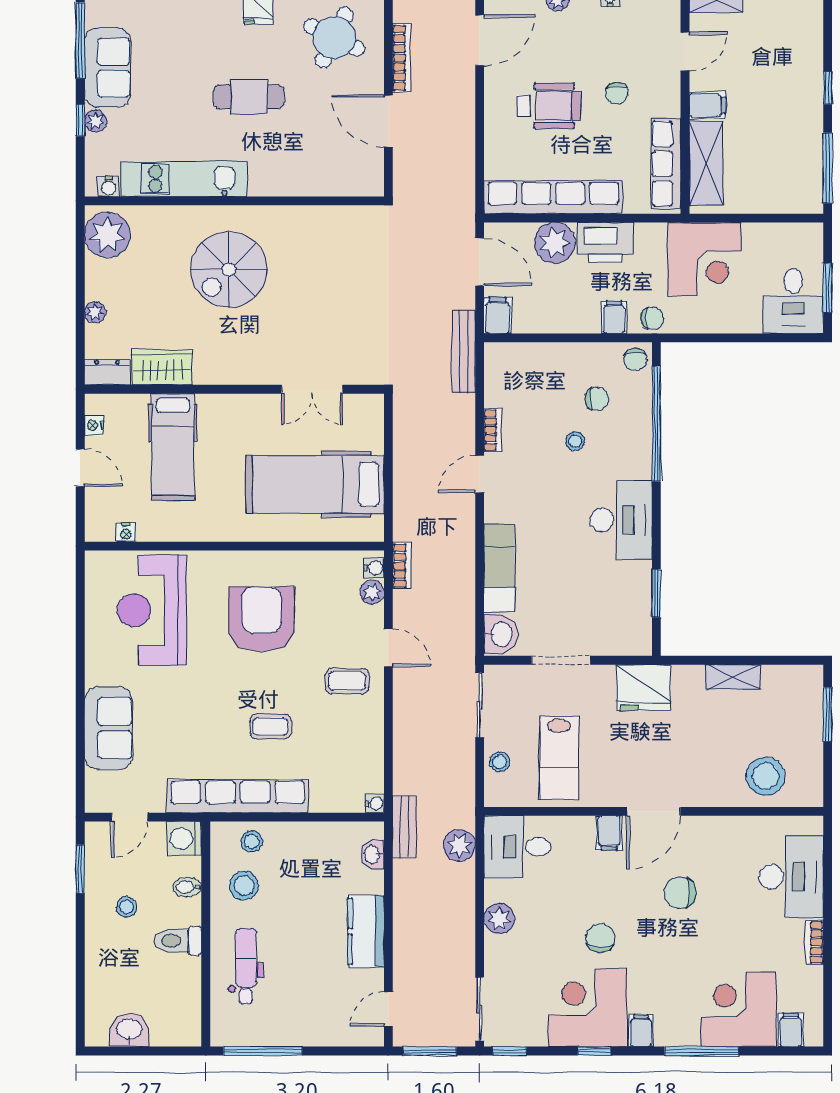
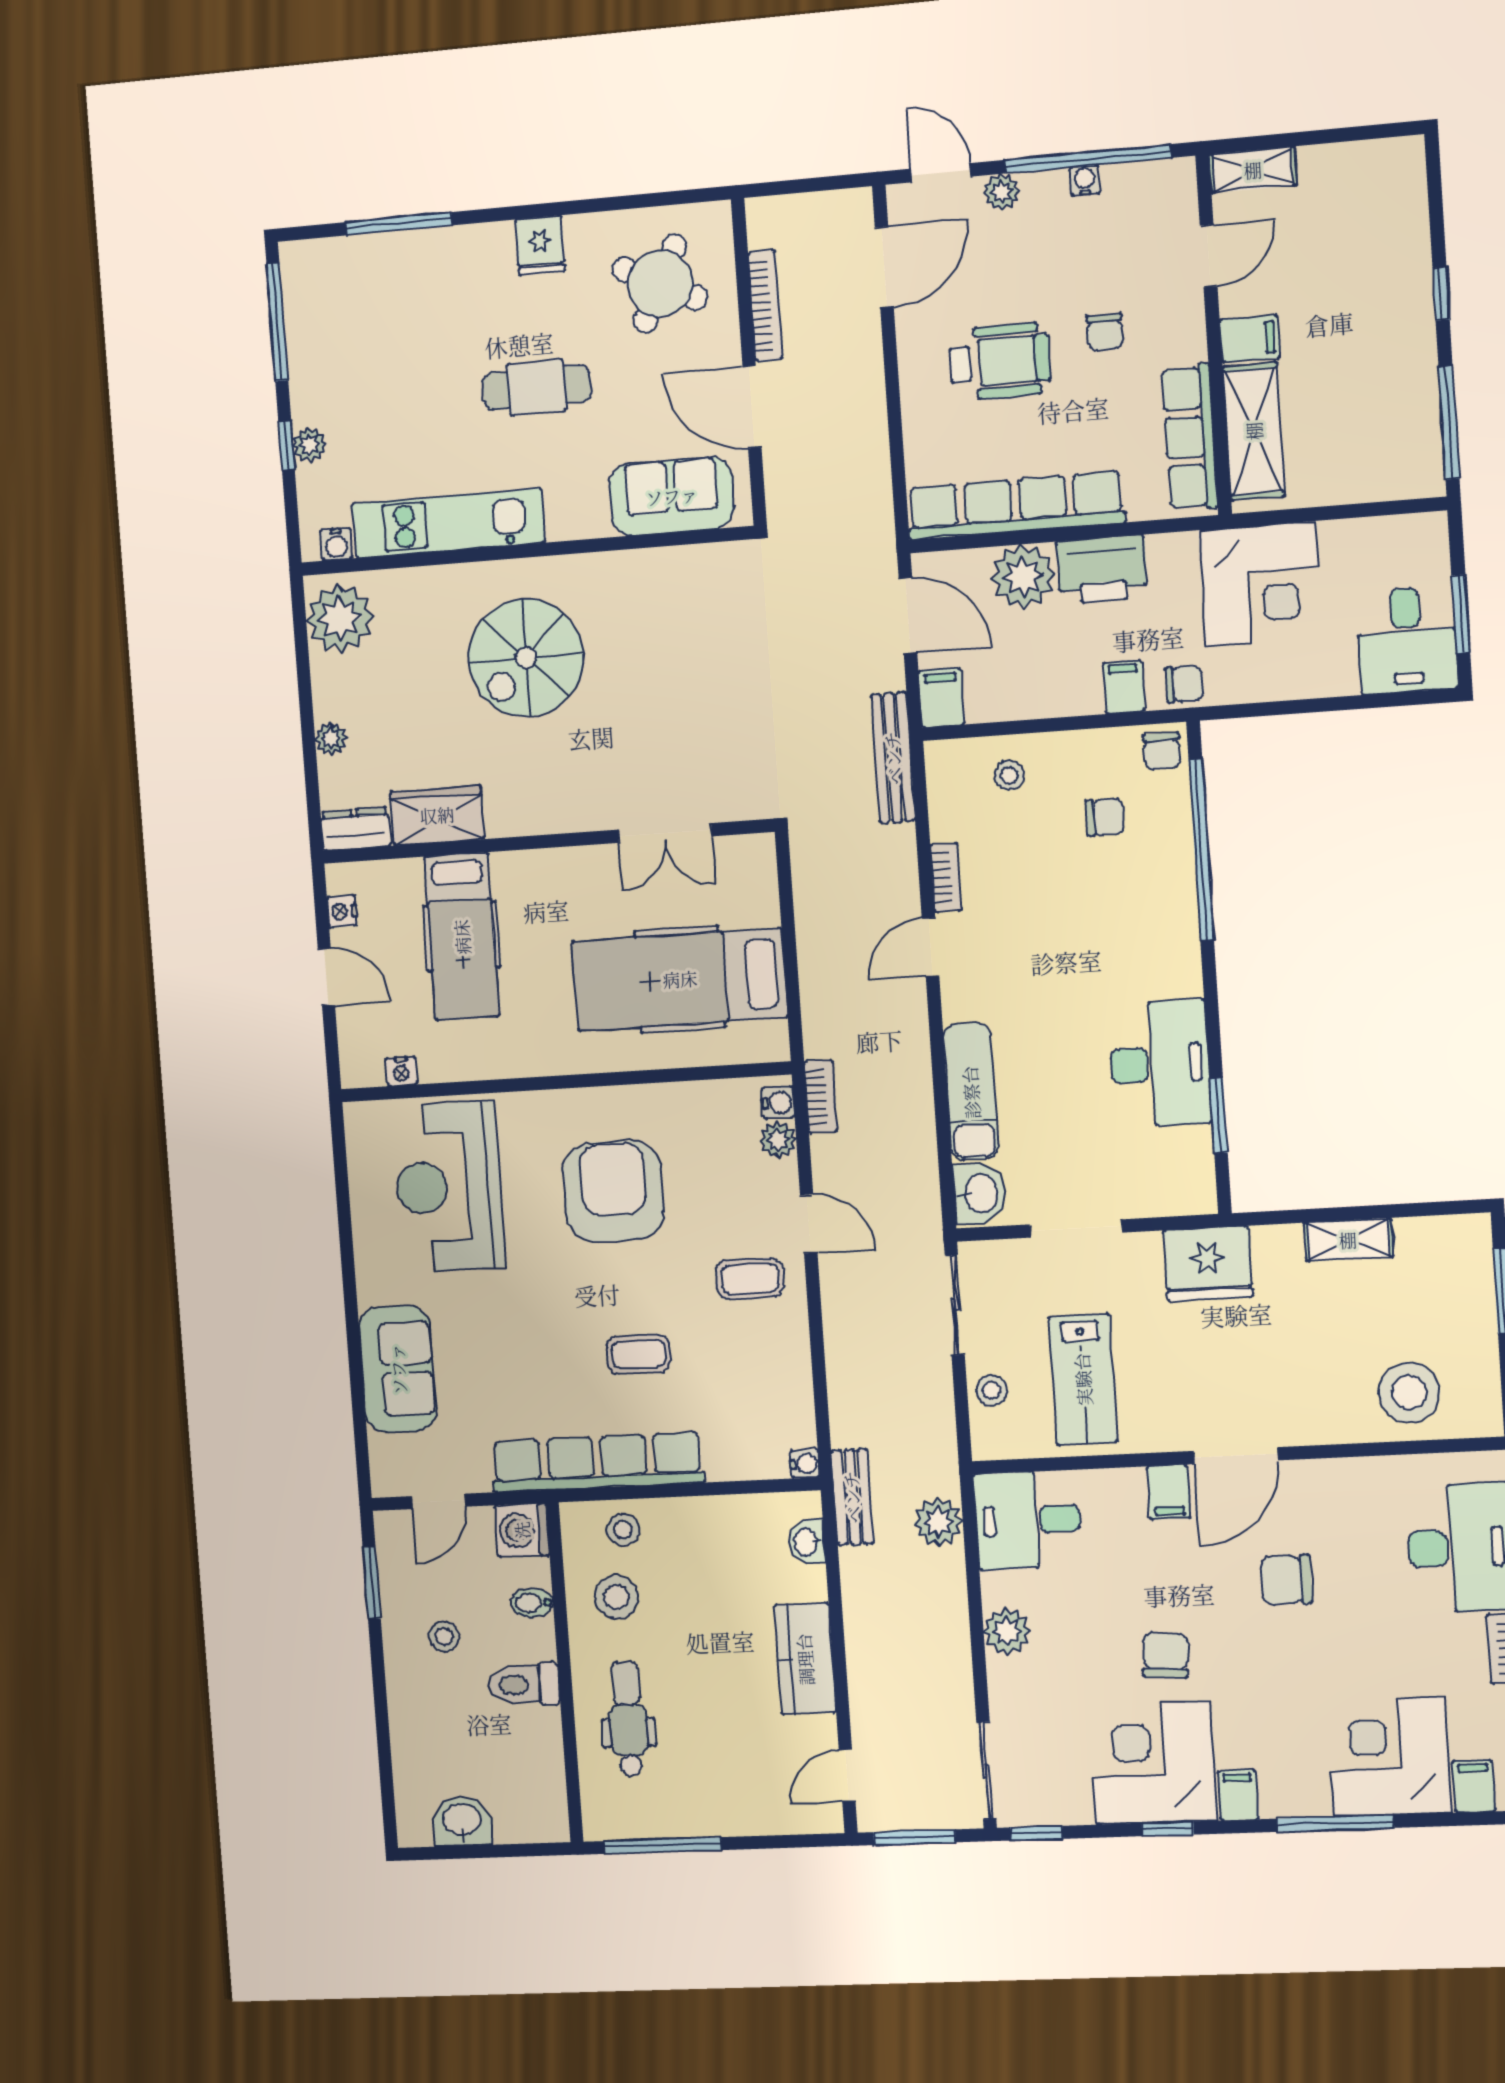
sofa: (108, 68) -> (672, 496), moved, turned -90
stool: (575, 441) -> (1009, 775), moved
desk: (621, 520) -> (1159, 1064), moved

